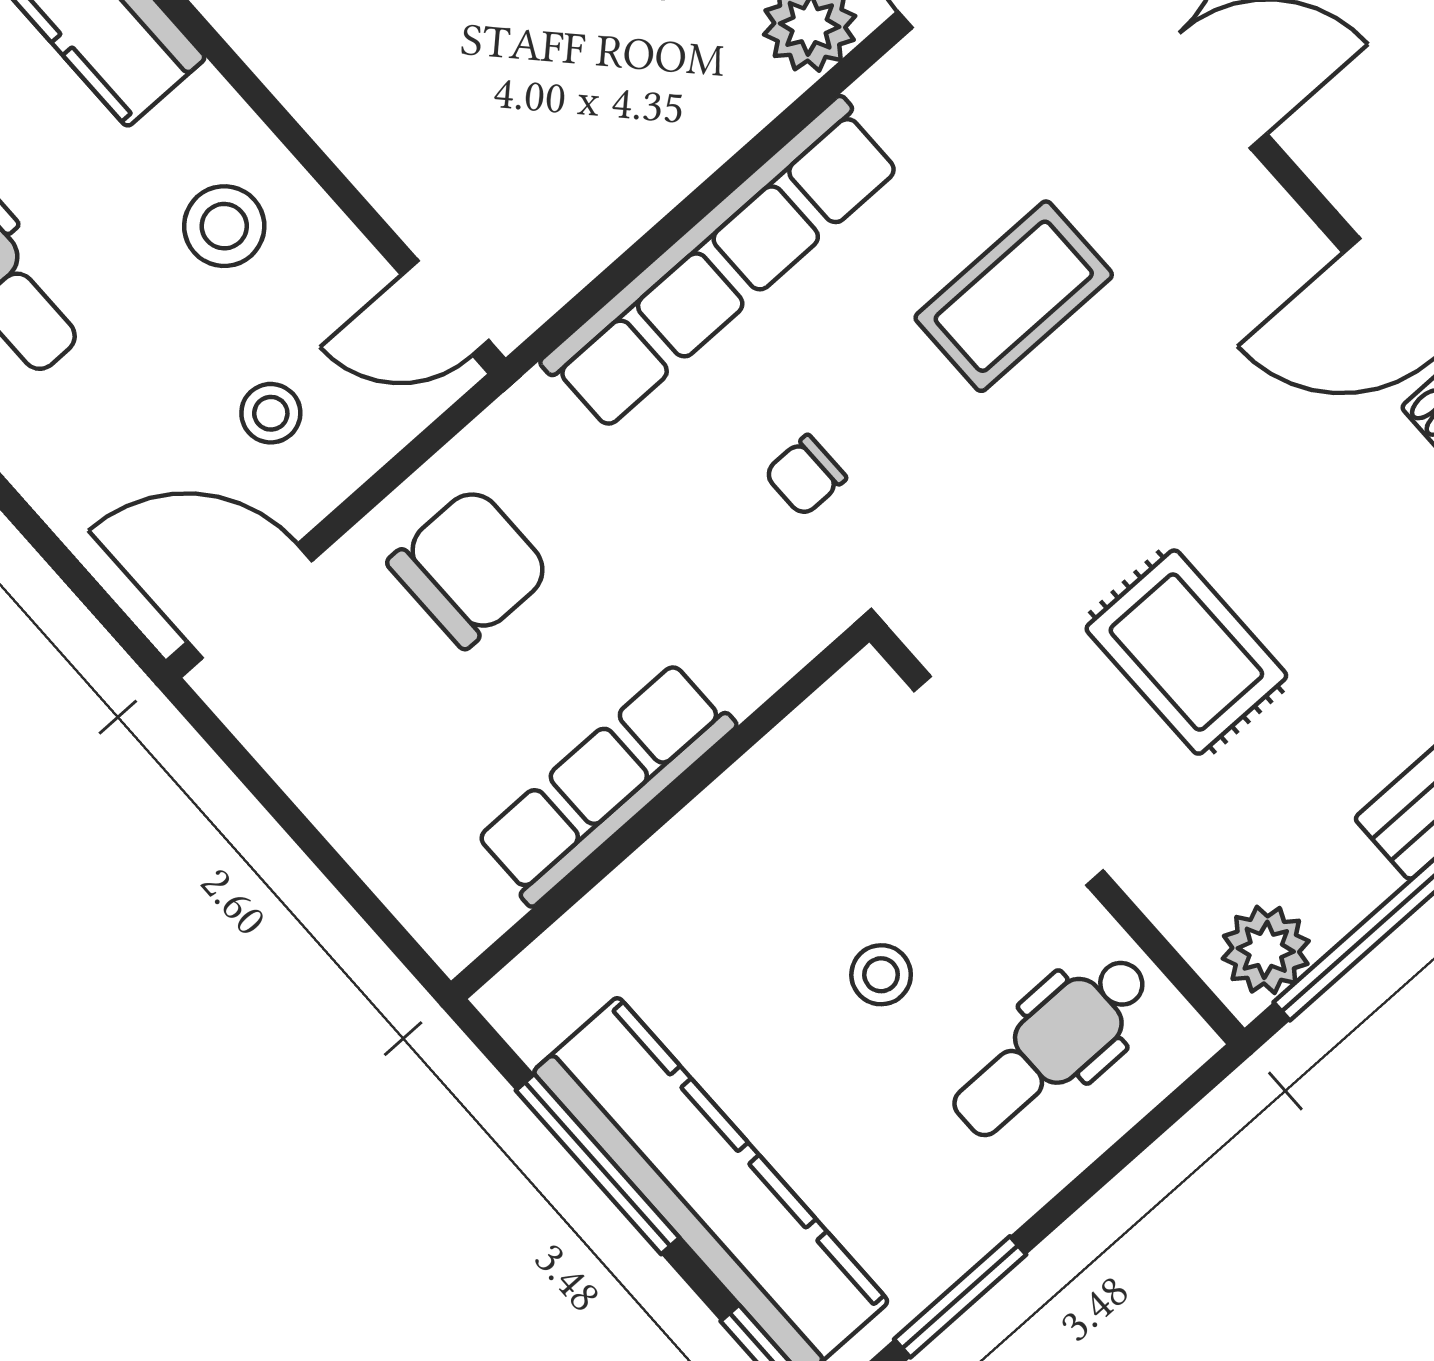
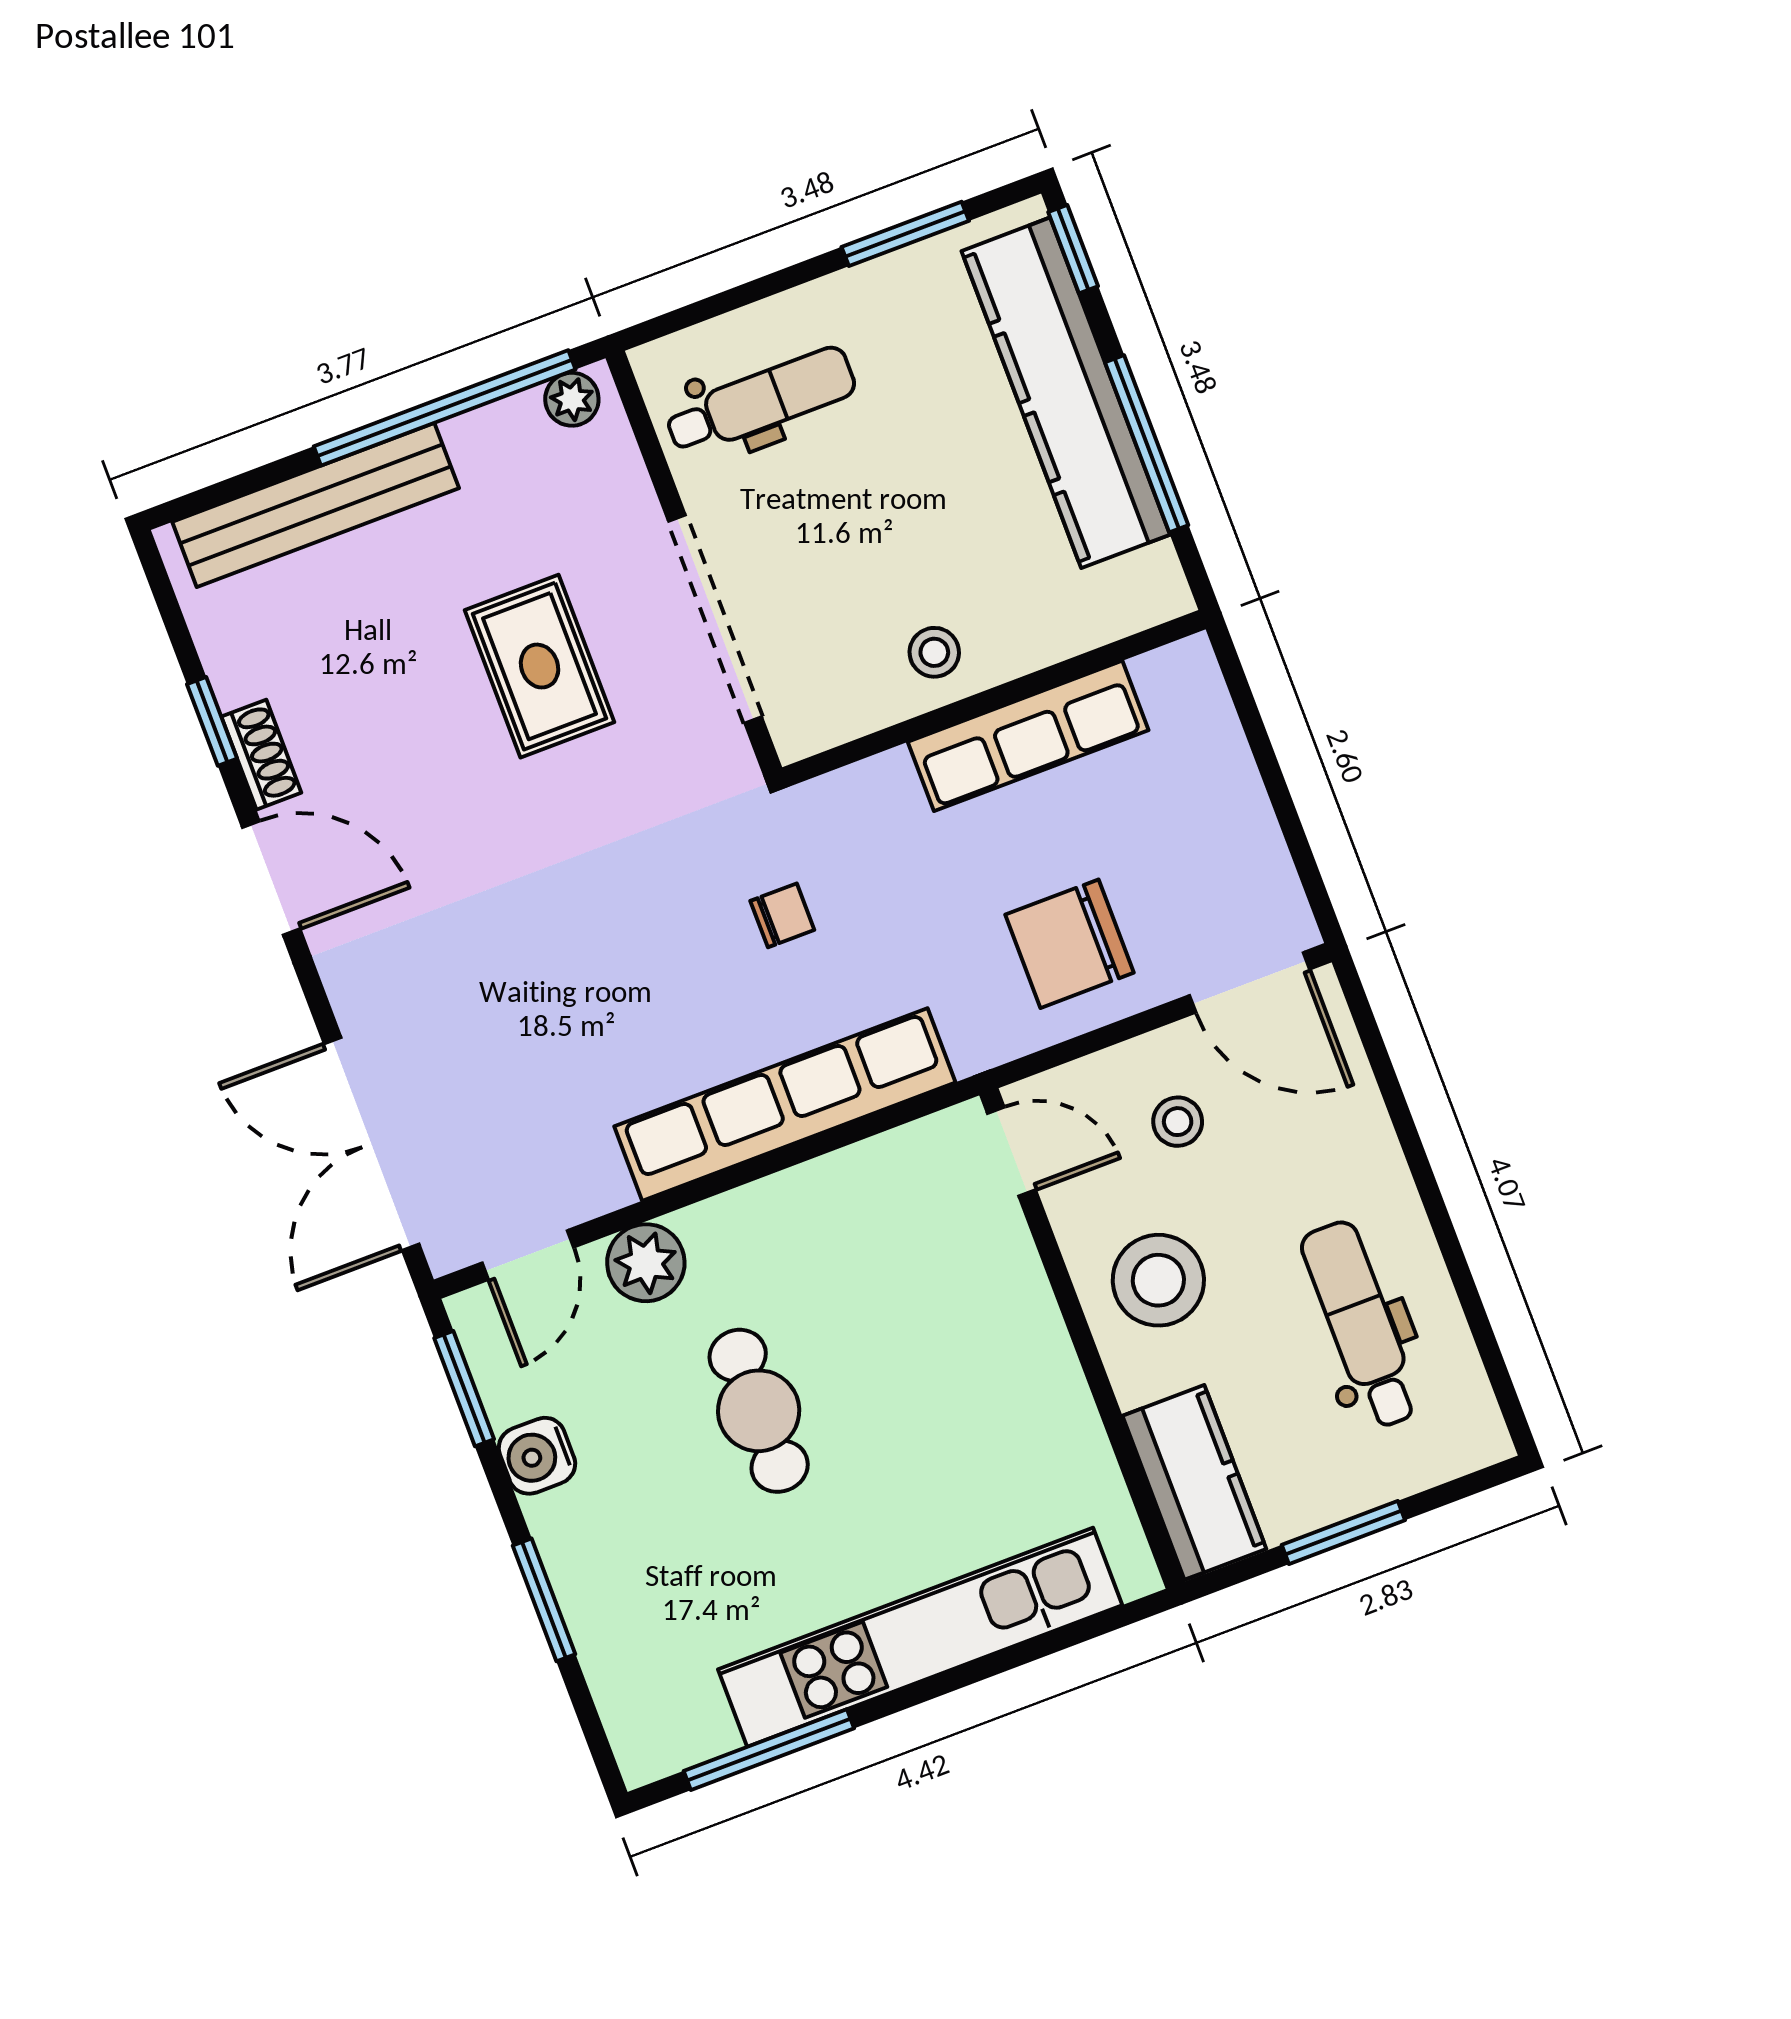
stool: (224, 226) -> (1158, 1280), width x1.38, depth x1.38
coffee table: (1014, 296) -> (568, 993), removed
plant: (1266, 950) -> (572, 399), width x0.73, depth x0.73
stool: (881, 975) -> (934, 652), moved

